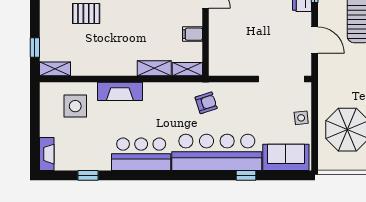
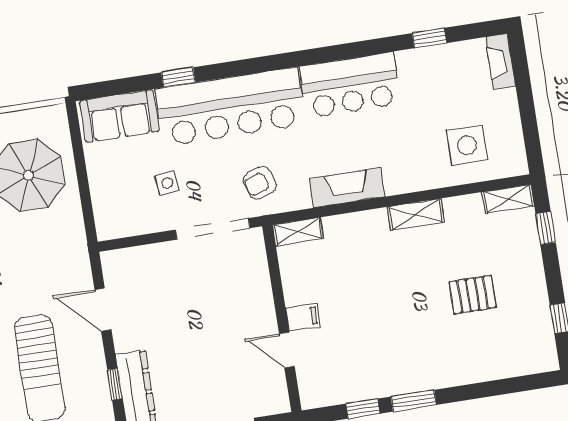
filing cabinet: (193, 34) -> (303, 317), moved
shelving: (154, 68) -> (416, 215), moved
doorway: (281, 79) -> (213, 229), moved
fireplace: (120, 91) -> (347, 188), moved
side table: (301, 118) -> (167, 183), moved

